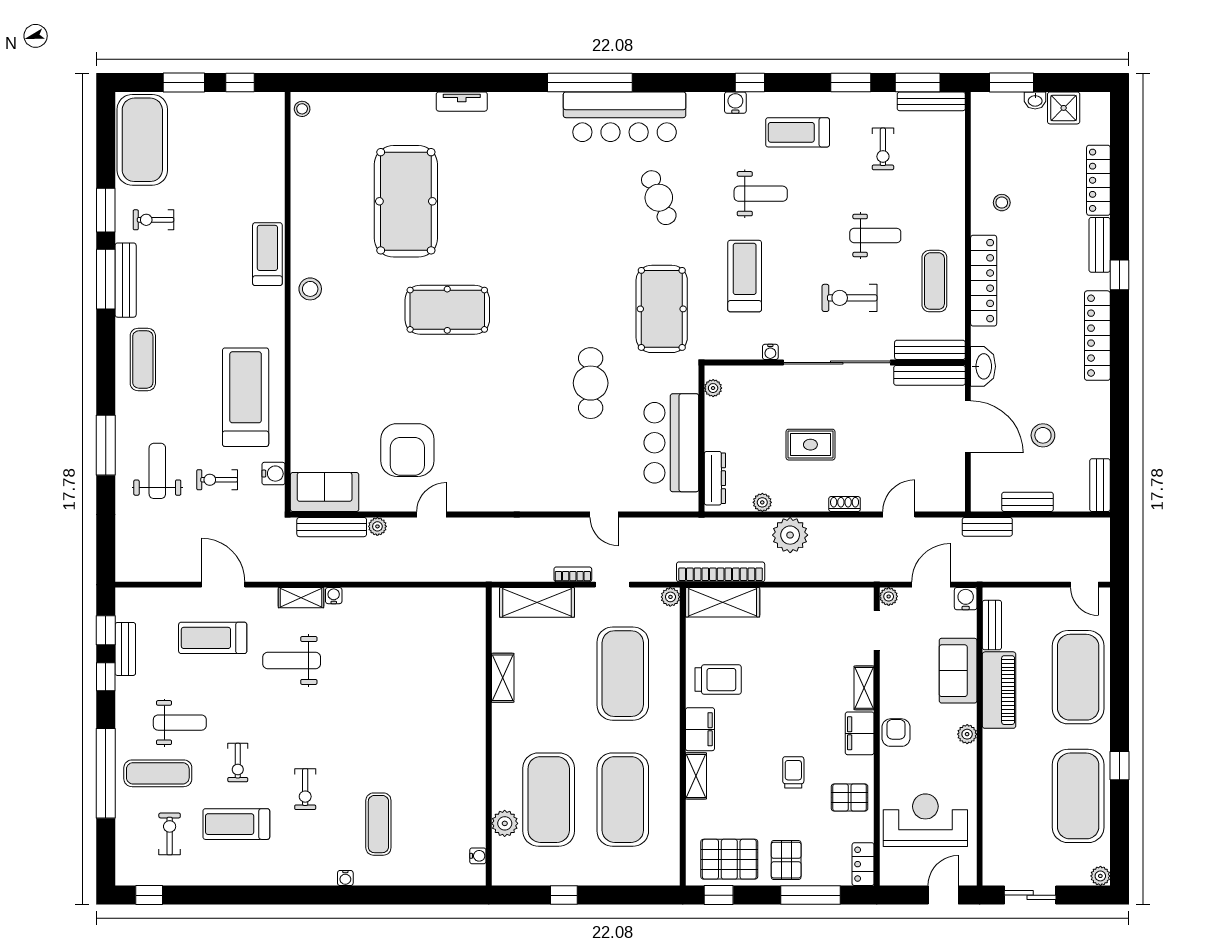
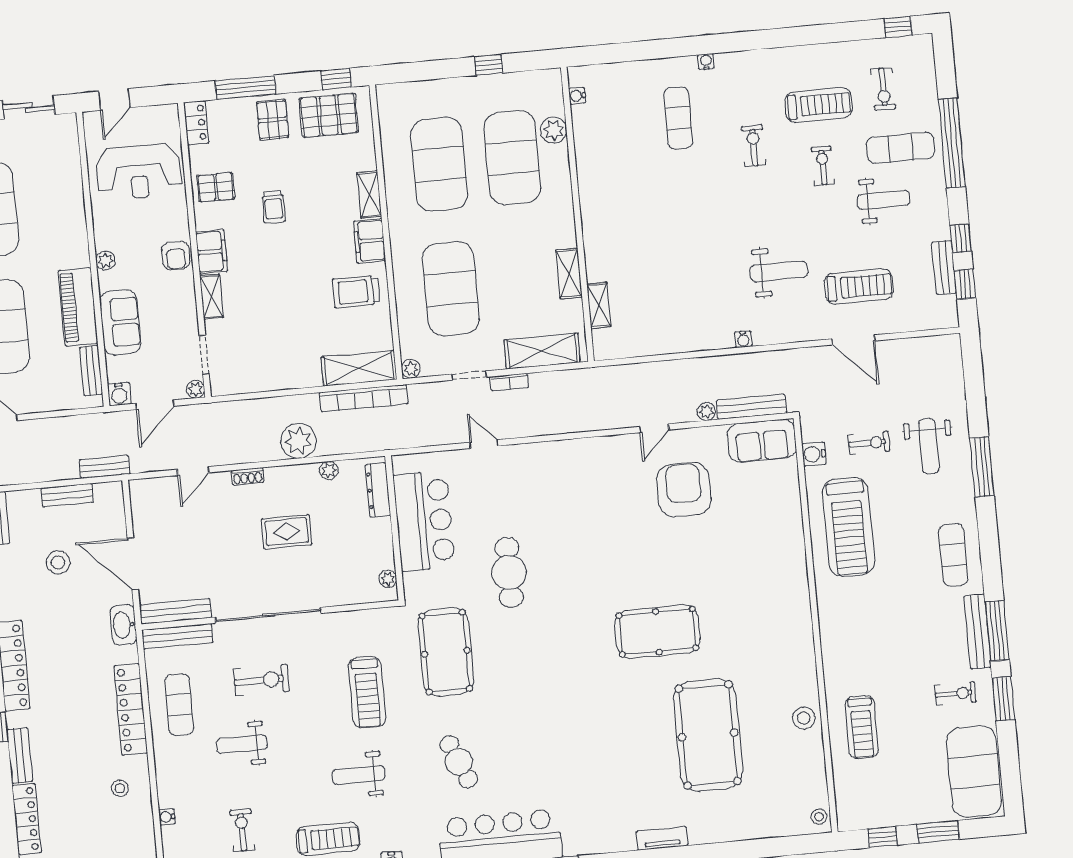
treadmill: (267, 254) -> (862, 727), moved
stool: (310, 289) -> (804, 718), moved
water cooler: (770, 352) -> (167, 817), moved, turned -90
shelving: (301, 598) -> (599, 305), moved, turned 90
weight bench: (180, 723) -> (884, 200), turned 180

